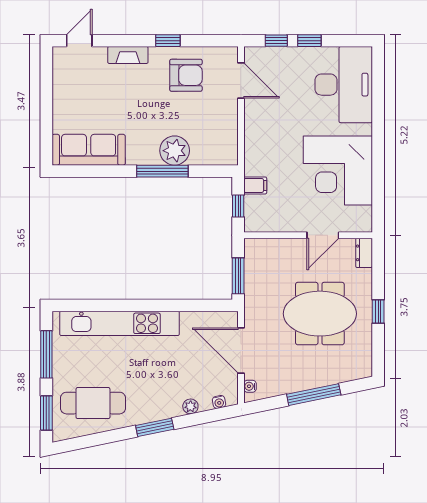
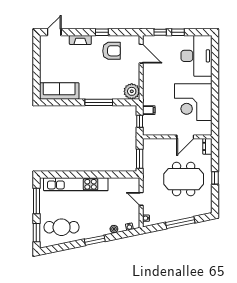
plant: (175, 151) -> (132, 91), moved
door: (241, 351) -> (141, 199), width x0.53

